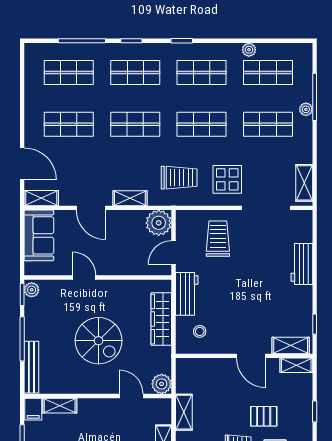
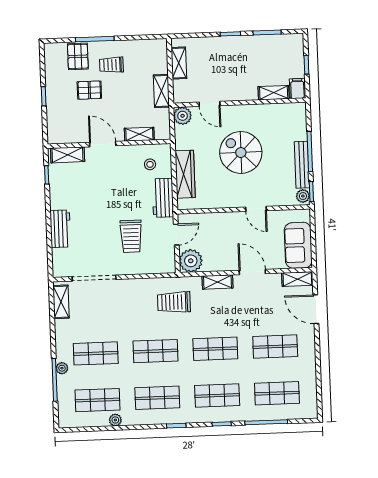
display table: (227, 179) -> (130, 302), removed
trolley: (218, 239) -> (131, 236), moved
shelving: (296, 365) -> (139, 134), moved
bench: (31, 367) -> (302, 165), moved

